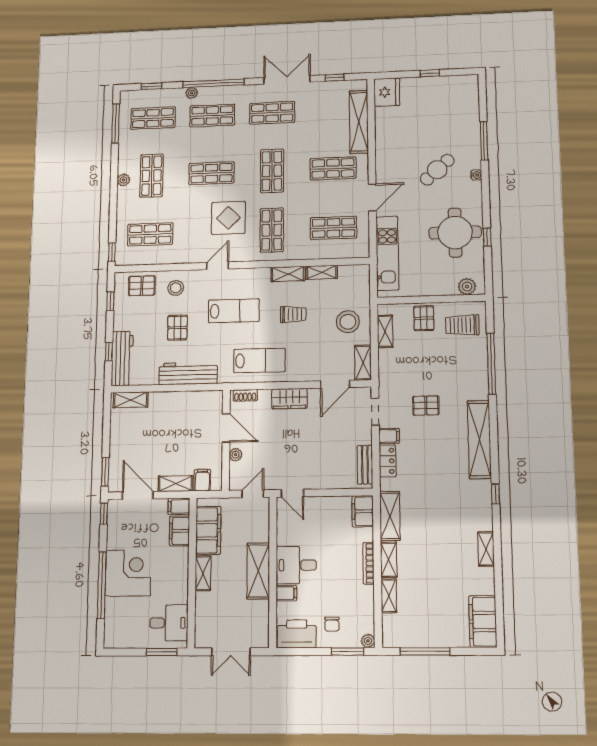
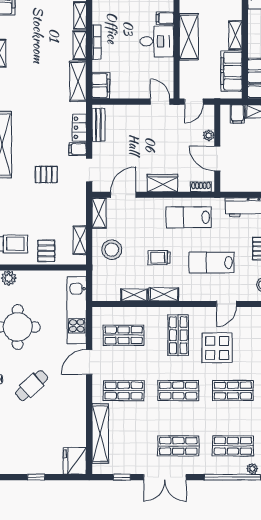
shop shelf: (272, 171) -> (178, 391), turned 90

